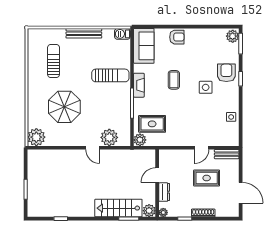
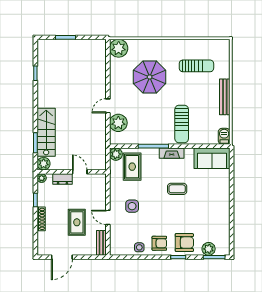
plant: (233, 36) -> (209, 249), moved
armchair: (177, 37) -> (159, 243), moved, turned -90
side table: (206, 87) -> (132, 206), moved

